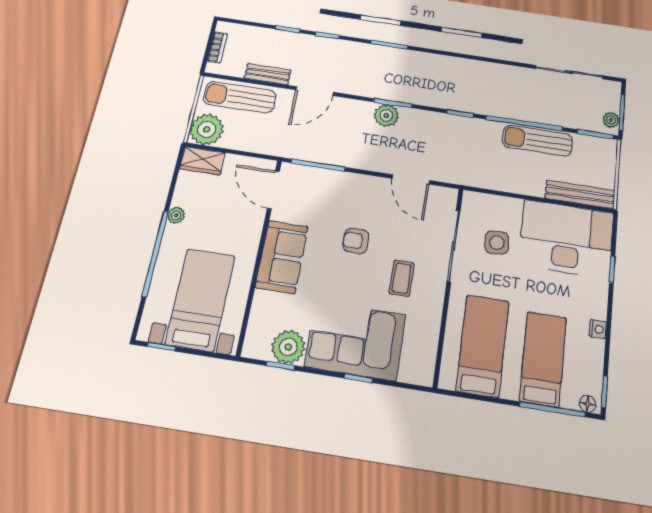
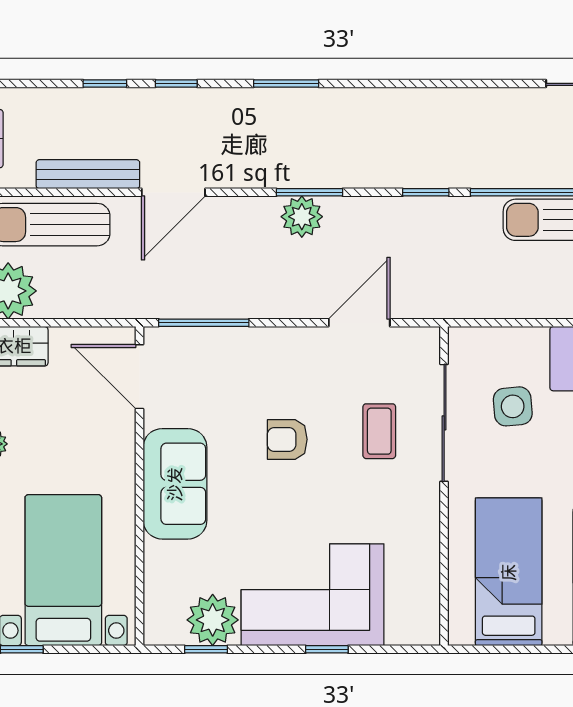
bench: (268, 74) -> (88, 174), width x1.36
door: (411, 179) -> (359, 323), swing flipped
coffee table: (402, 278) -> (379, 431), moved

